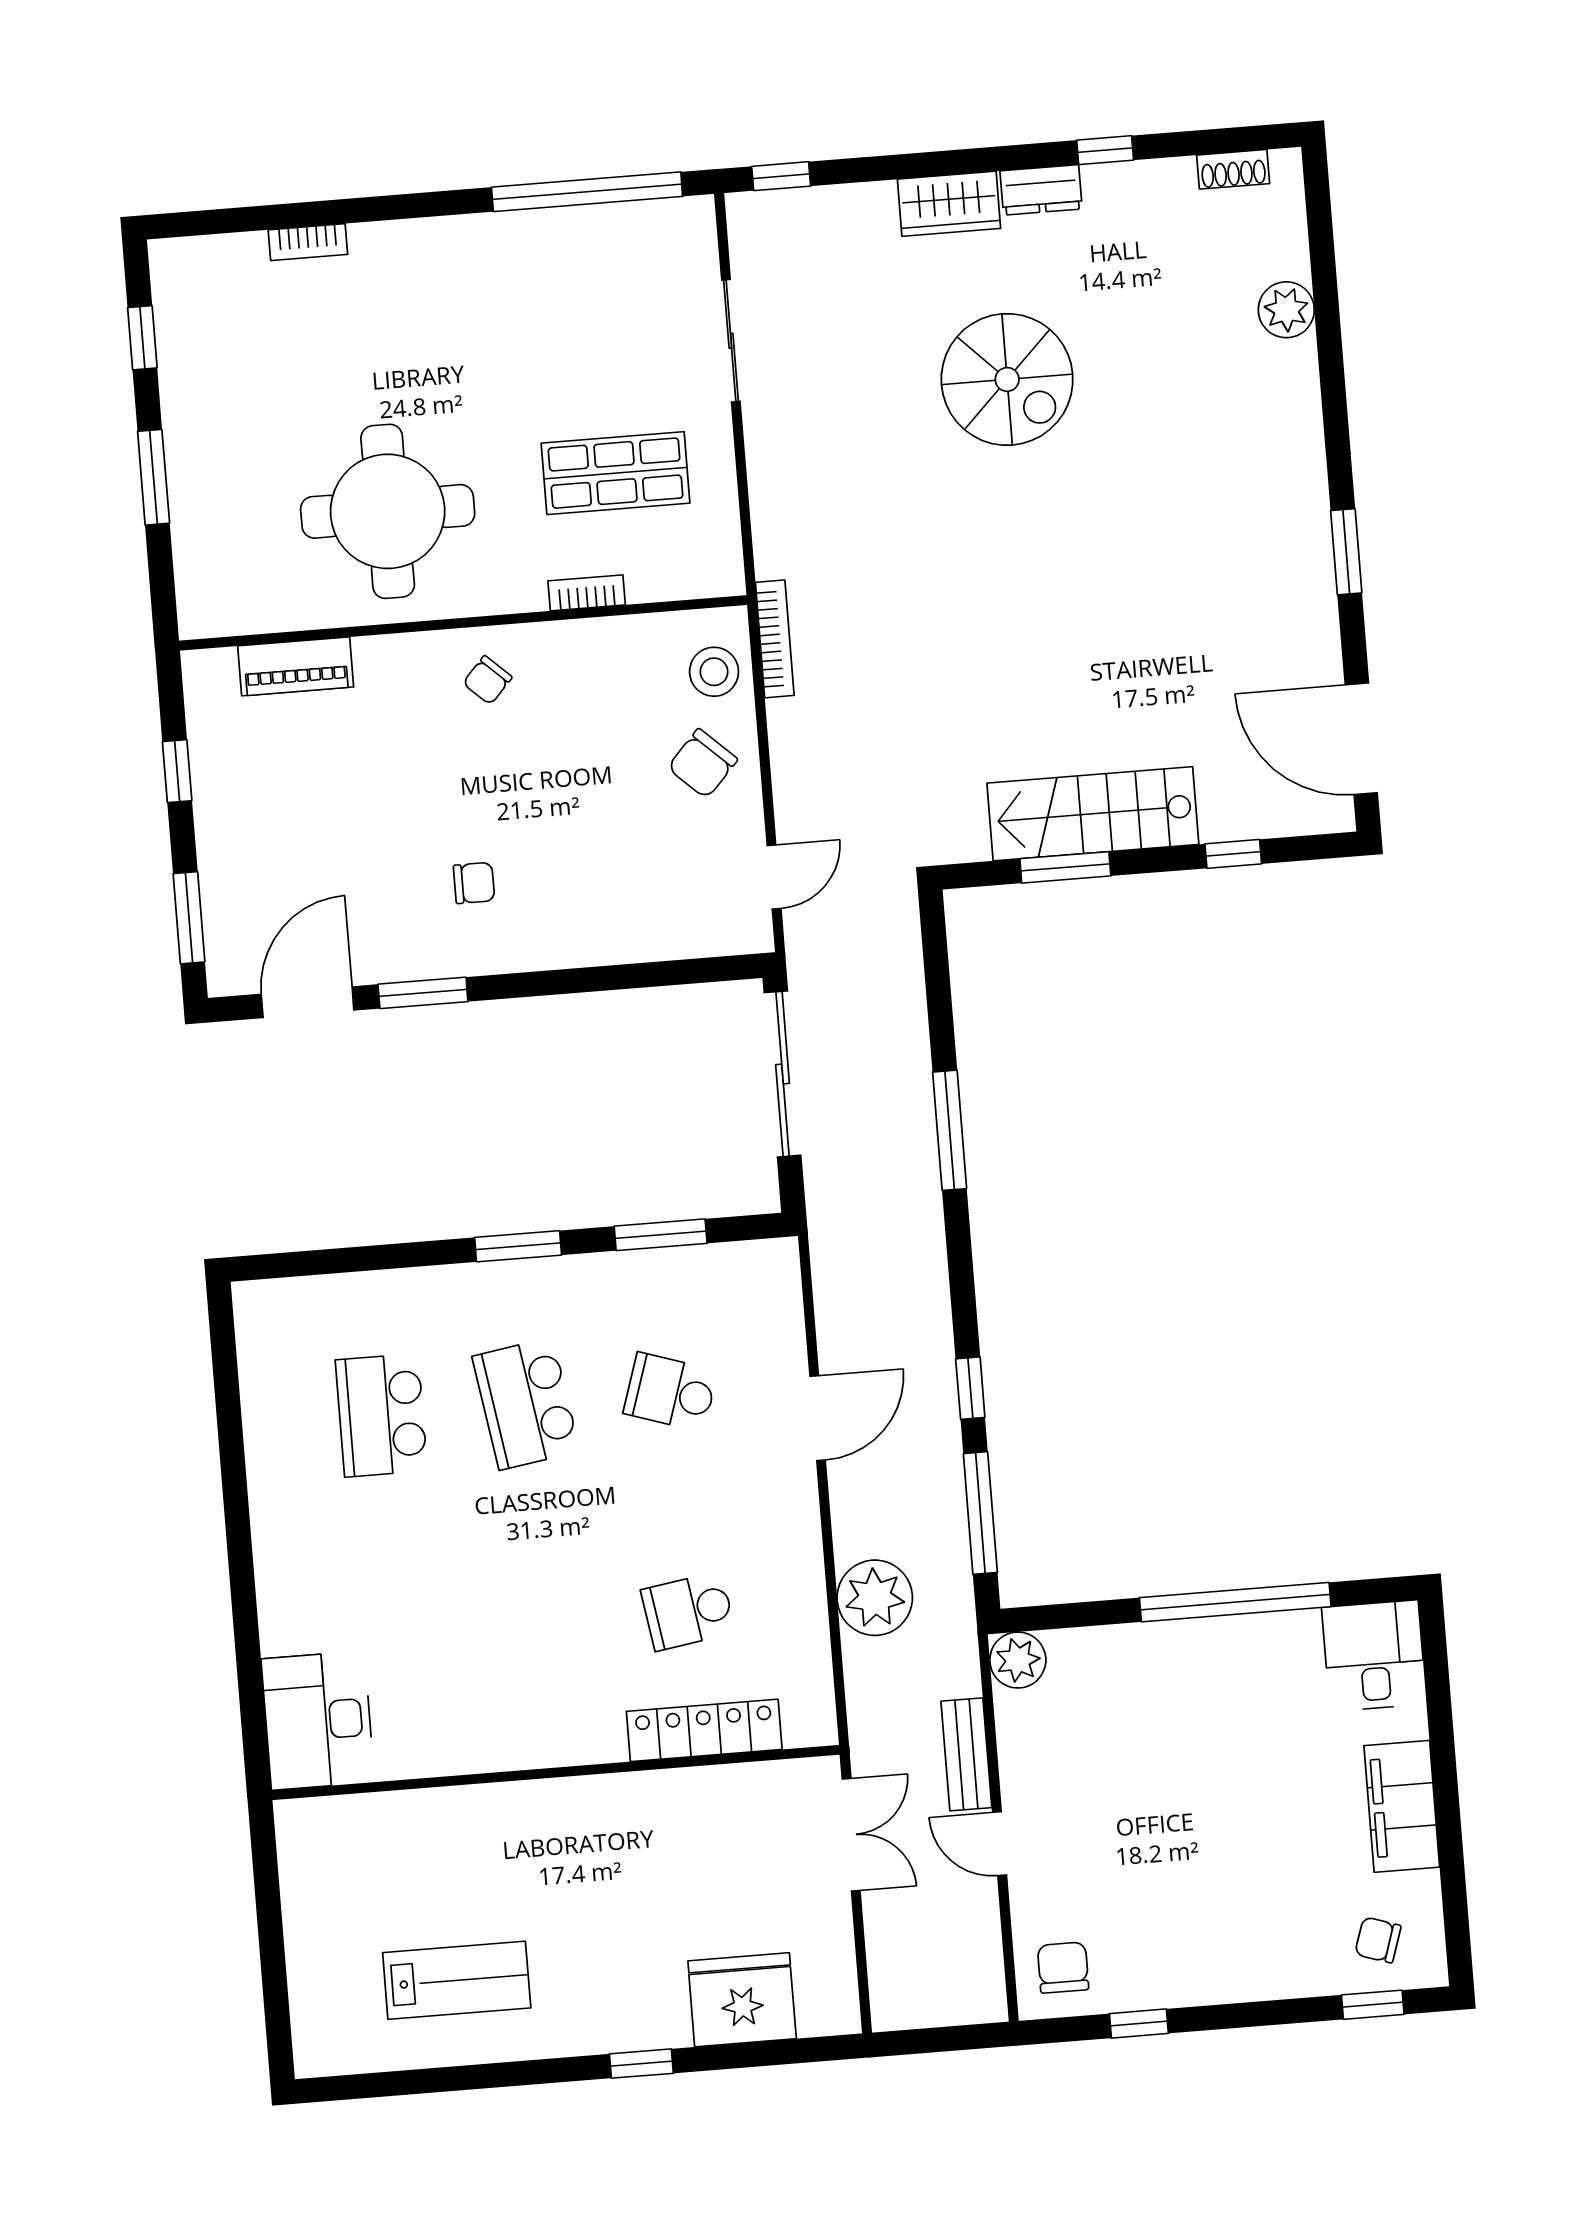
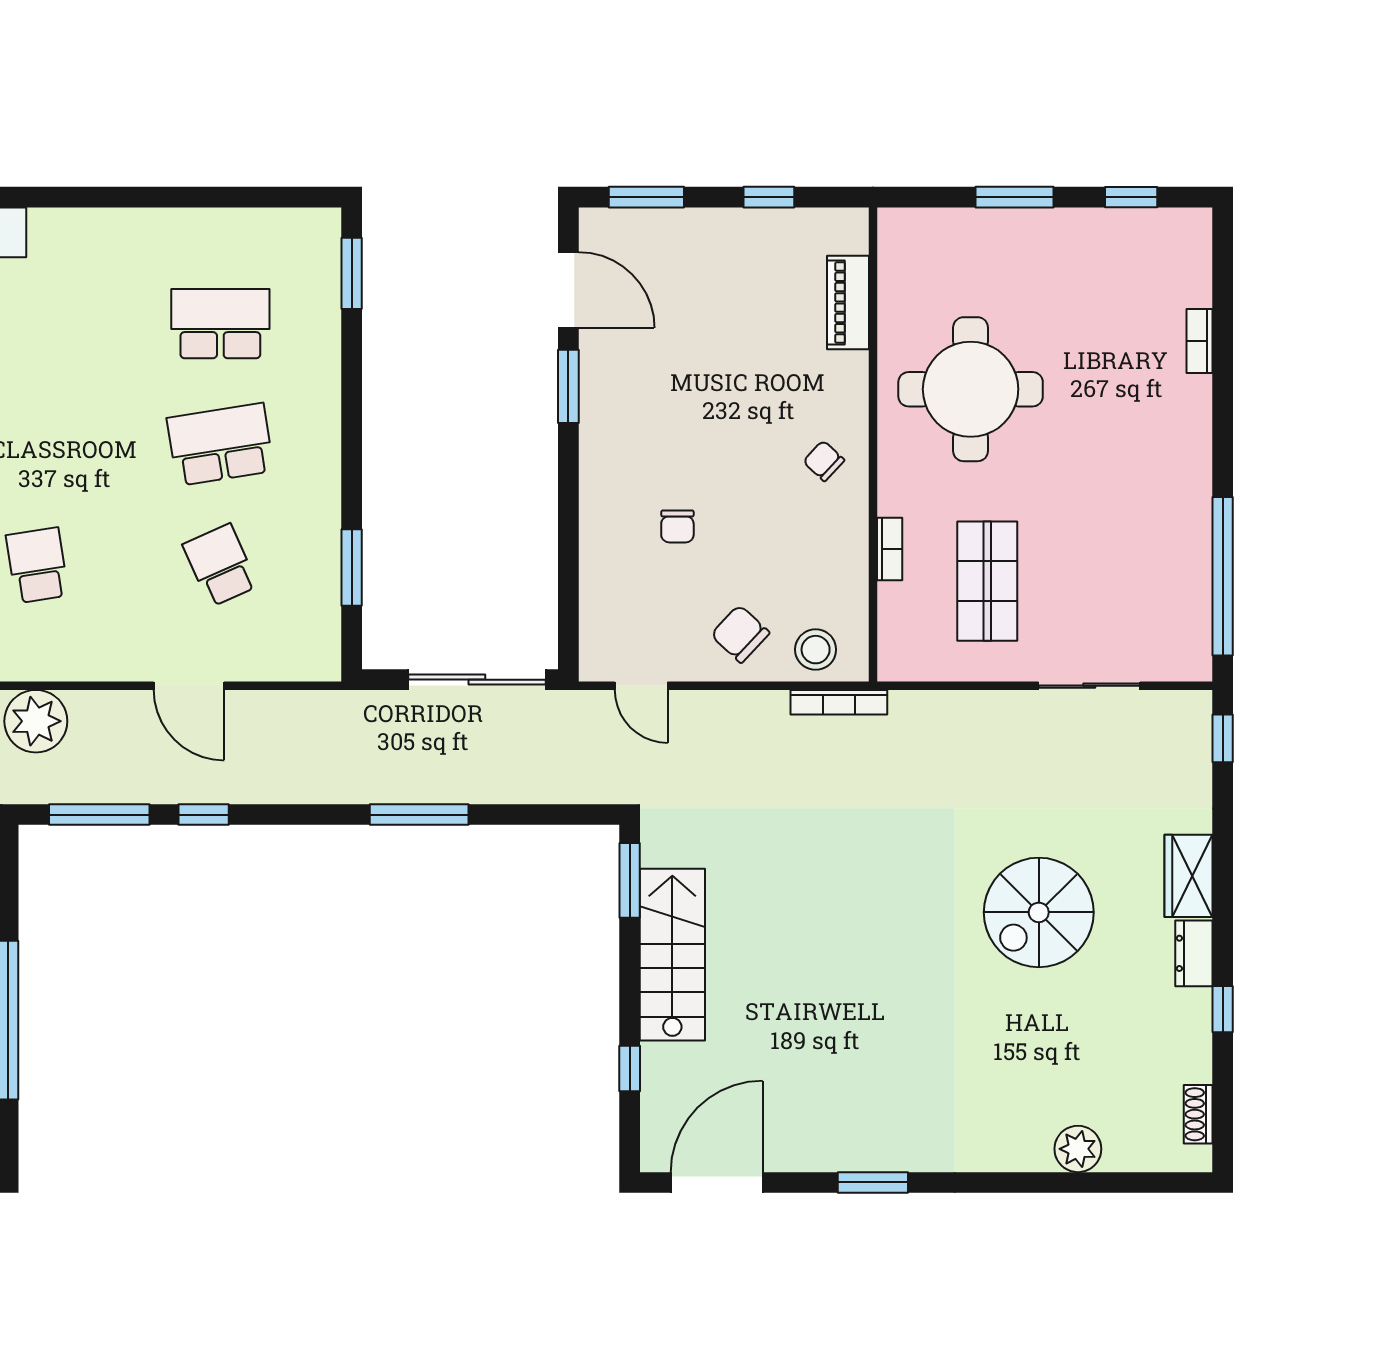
window: (1065, 867) -> (630, 880), moved
chair: (474, 883) -> (677, 526), moved
window: (518, 1246) -> (352, 273), moved
school desk: (671, 1392) -> (220, 565), turned -42

